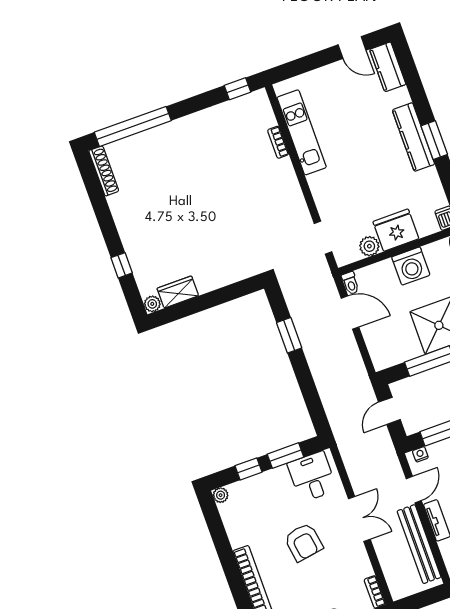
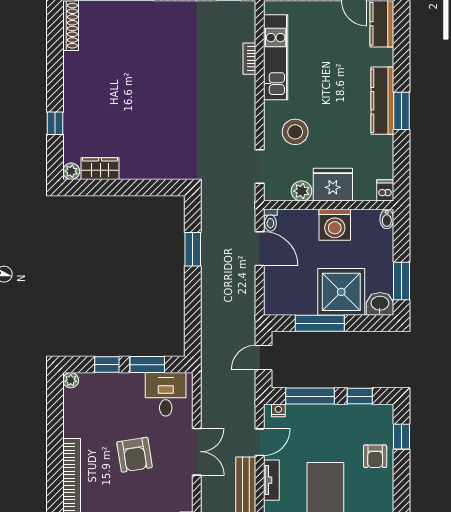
stool: (344, 194) -> (295, 132), added

